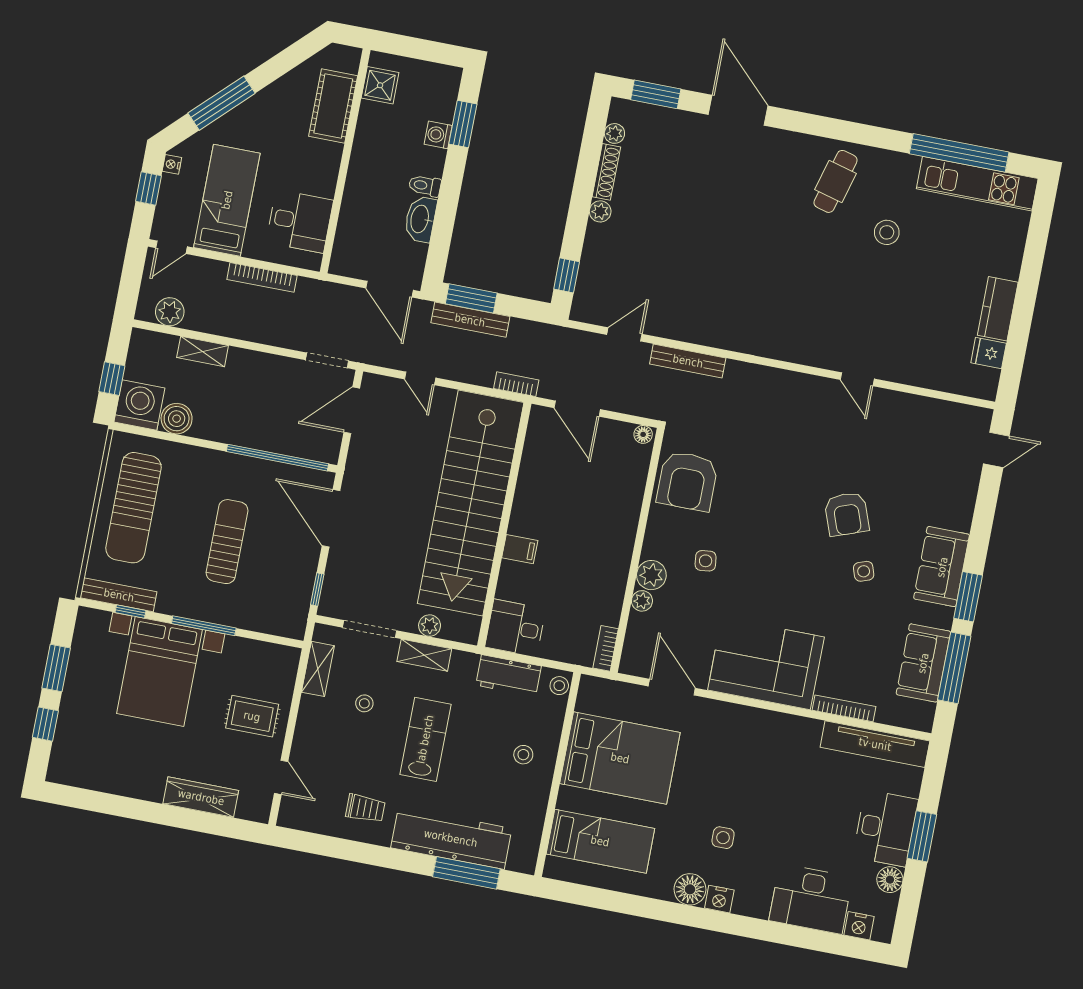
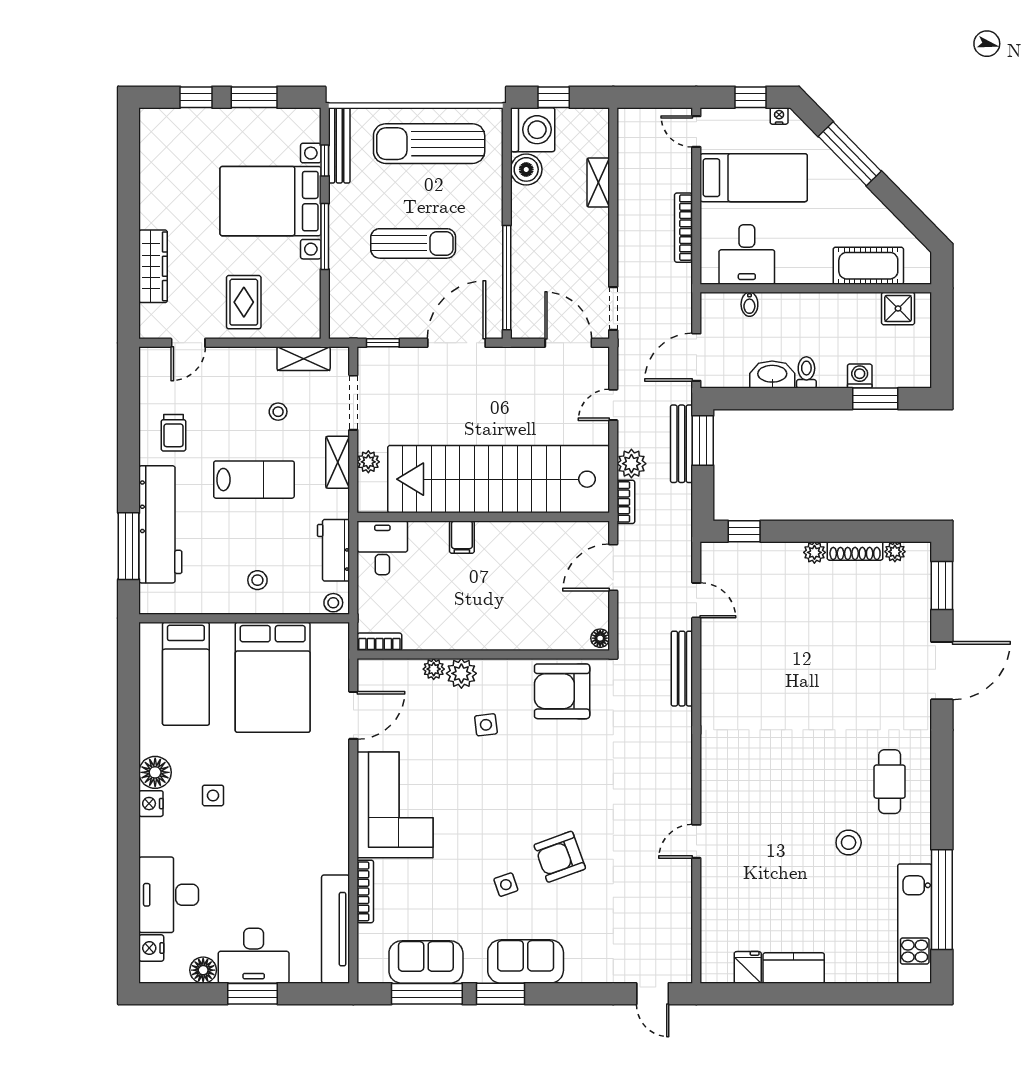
cafe table: (836, 181) -> (890, 782), turned 75
bidet: (348, 228) -> (749, 304), added
plant: (170, 312) -> (631, 464), moved

